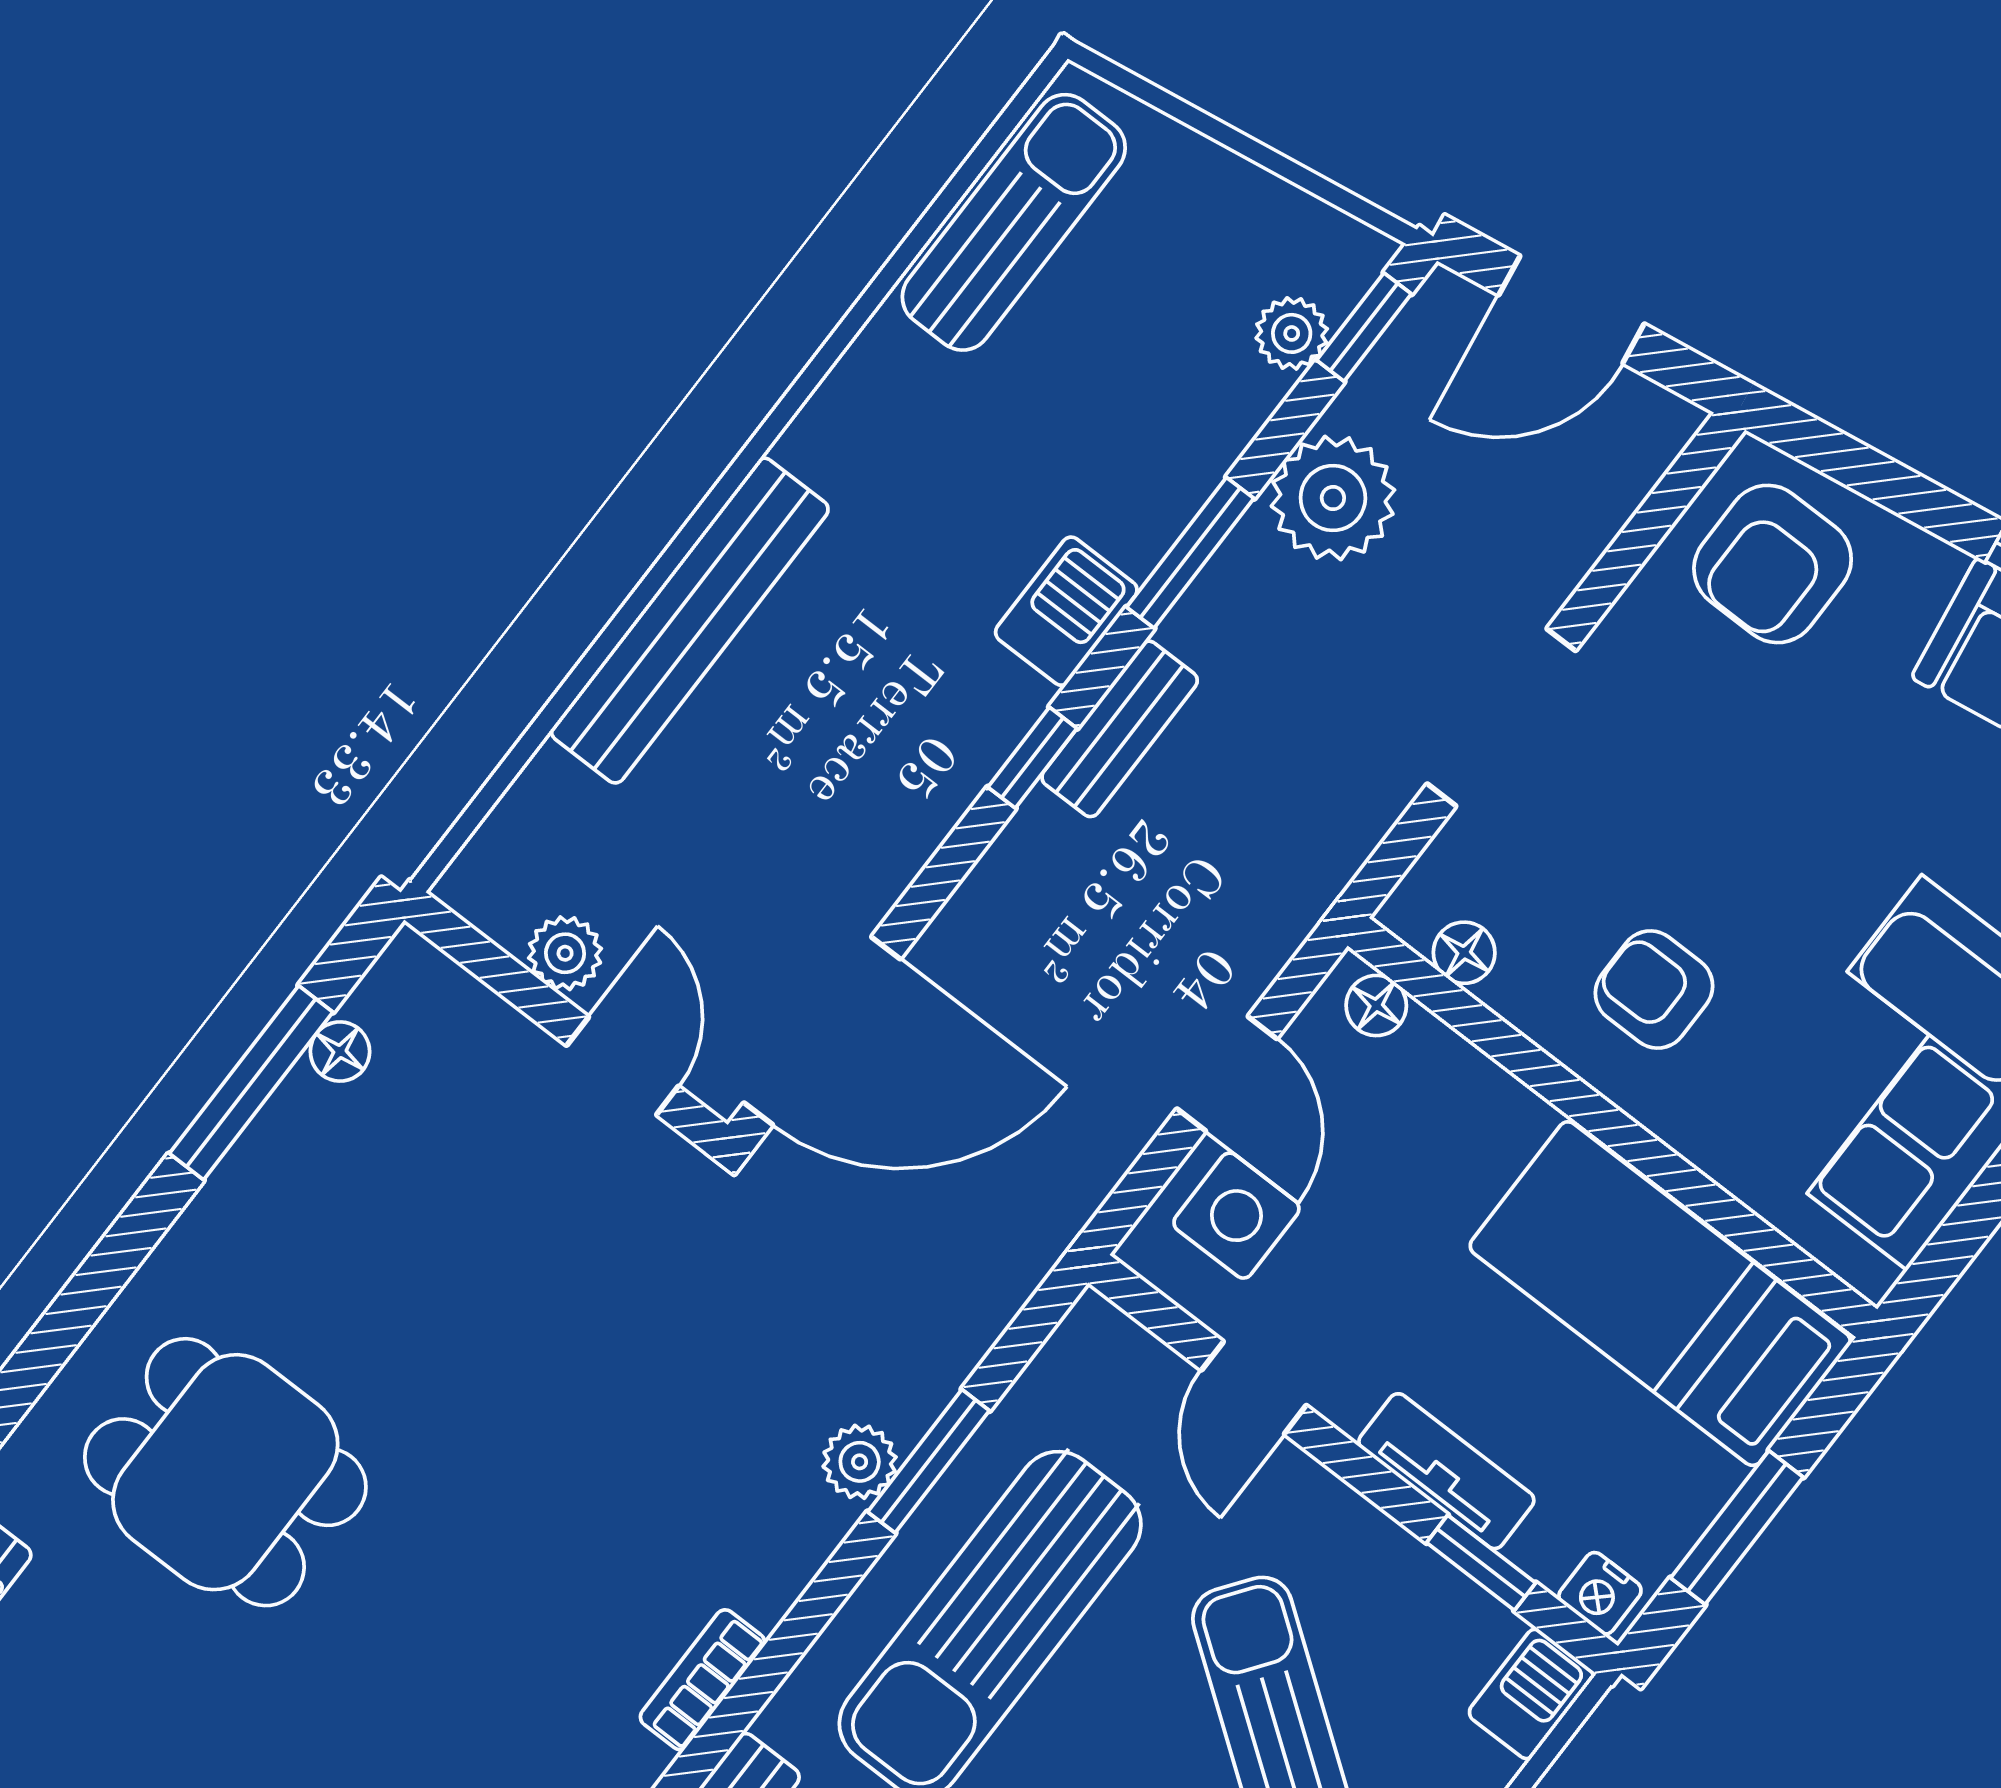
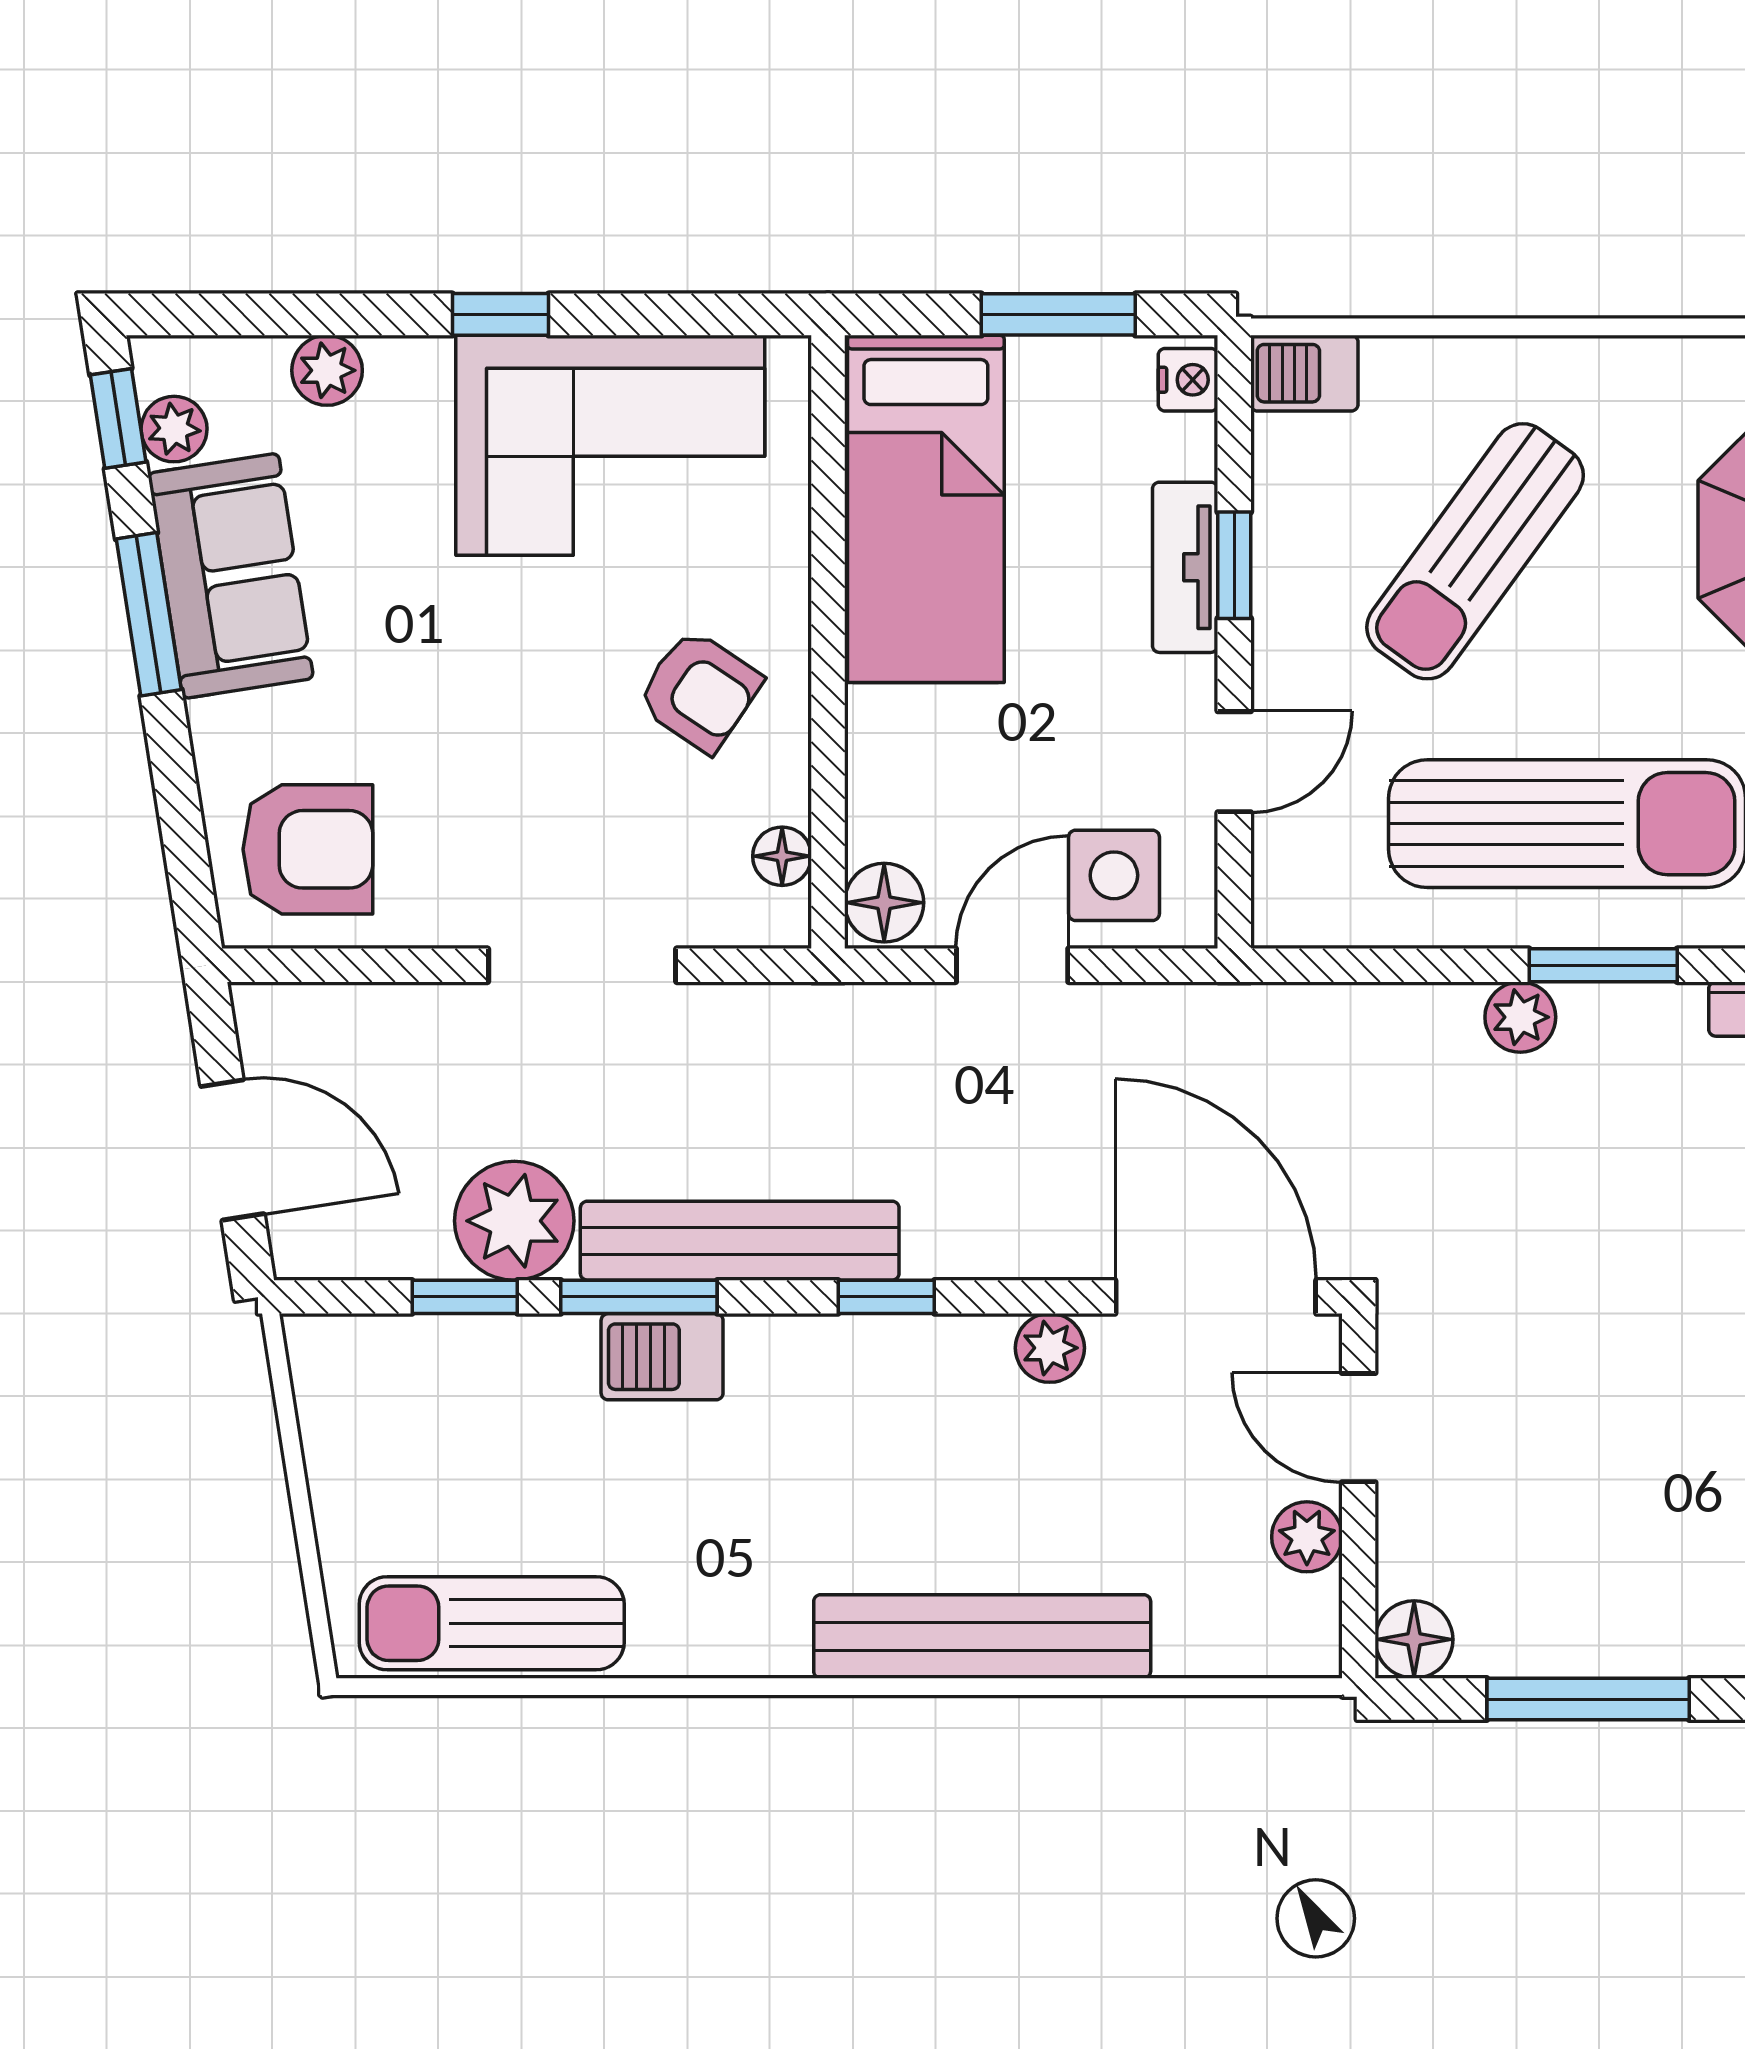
window: (1364, 327) -> (465, 1297), moved
plant: (1292, 333) -> (1050, 1348), moved
barbecue: (1066, 611) -> (662, 1357), moved
bench: (1120, 729) -> (740, 1241), width x1.86, depth x1.21
armchair: (1654, 990) -> (699, 691), turned -56
floor lamp: (1376, 1006) -> (884, 903), width x1.37, depth x1.37
floor lamp: (340, 1052) -> (1414, 1639), moved, width x1.37, depth x1.37
door: (623, 1066) -> (1359, 1428), hinge flipped
window: (929, 1461) -> (1603, 965), moved
window: (1481, 1563) -> (1234, 565), moved

